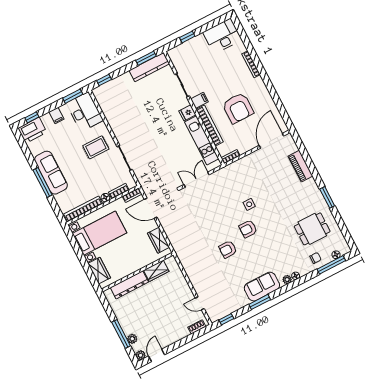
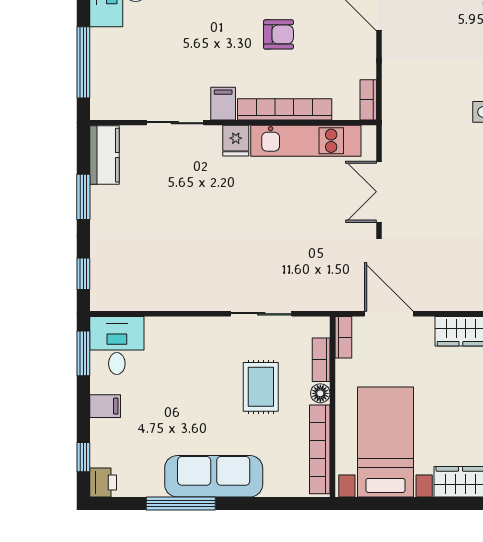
window: (187, 37) -> (83, 62), width x2.17
window: (146, 58) -> (83, 197), moved
kitchen counter: (149, 67) -> (104, 155), width x0.67
armchair: (238, 108) -> (279, 34), width x0.53, depth x0.53
desk: (85, 112) -> (117, 345), width x0.73
printer: (32, 130) -> (103, 482), width x0.53, depth x0.68
rug: (96, 147) -> (261, 387), moved
window: (43, 183) -> (181, 503), moved
door: (151, 208) -> (389, 314), swing flipped

